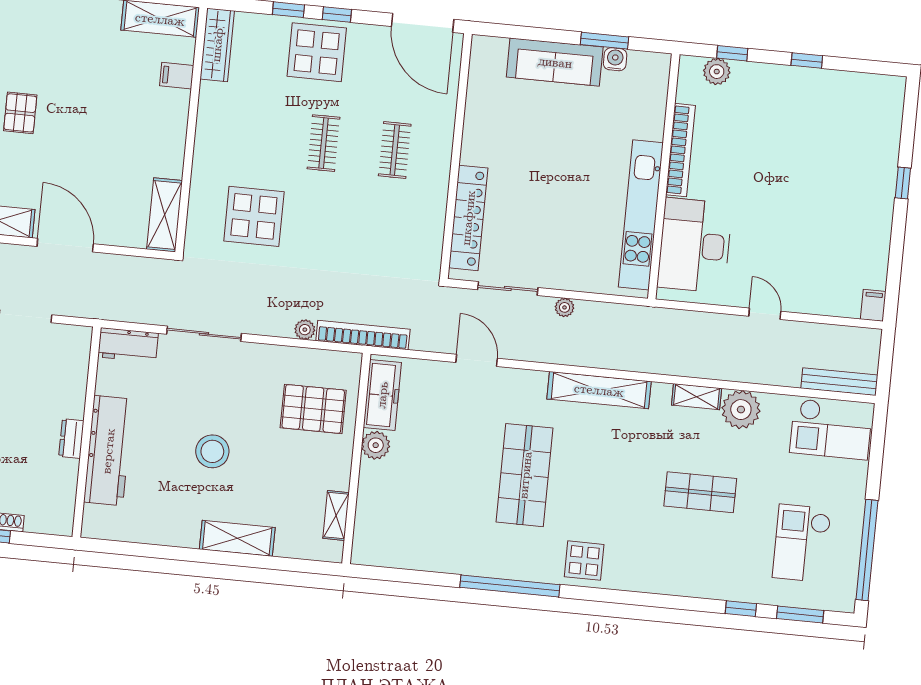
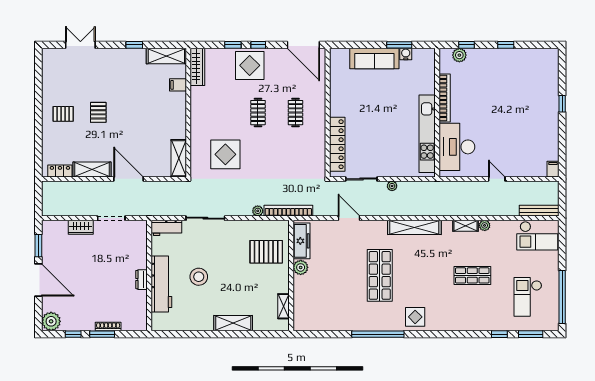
plant: (741, 410) -> (485, 225), width x0.53, depth x0.53
stool: (212, 451) -> (199, 277), moved

